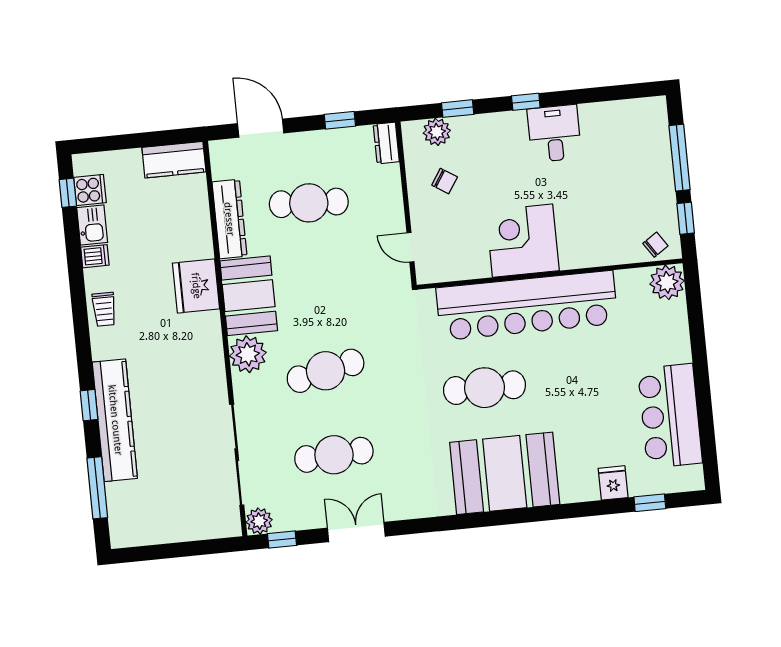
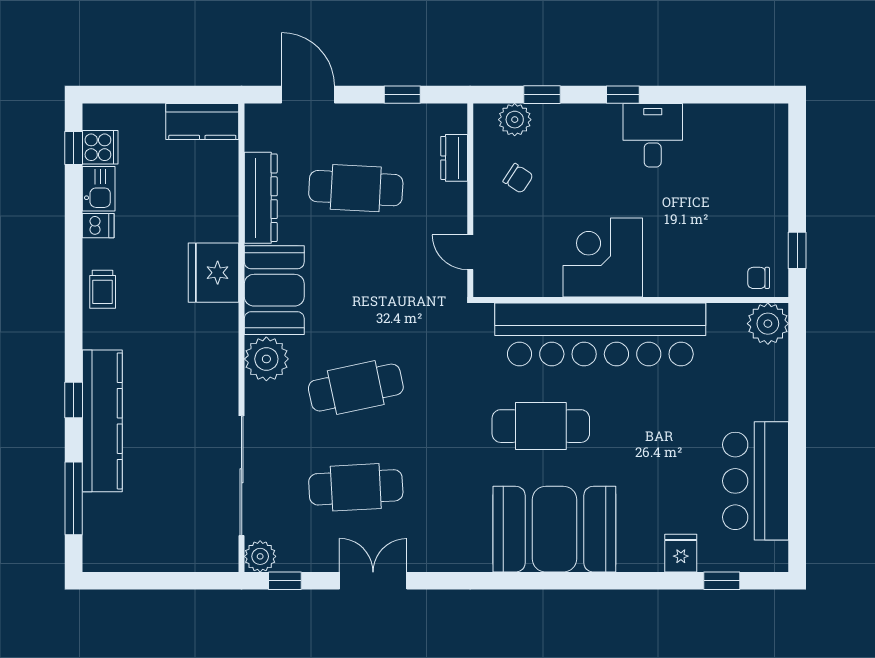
dresser: (386, 143) -> (454, 158), moved
window: (680, 158) -> (797, 178), removed
chair: (655, 245) -> (759, 278), turned -146

